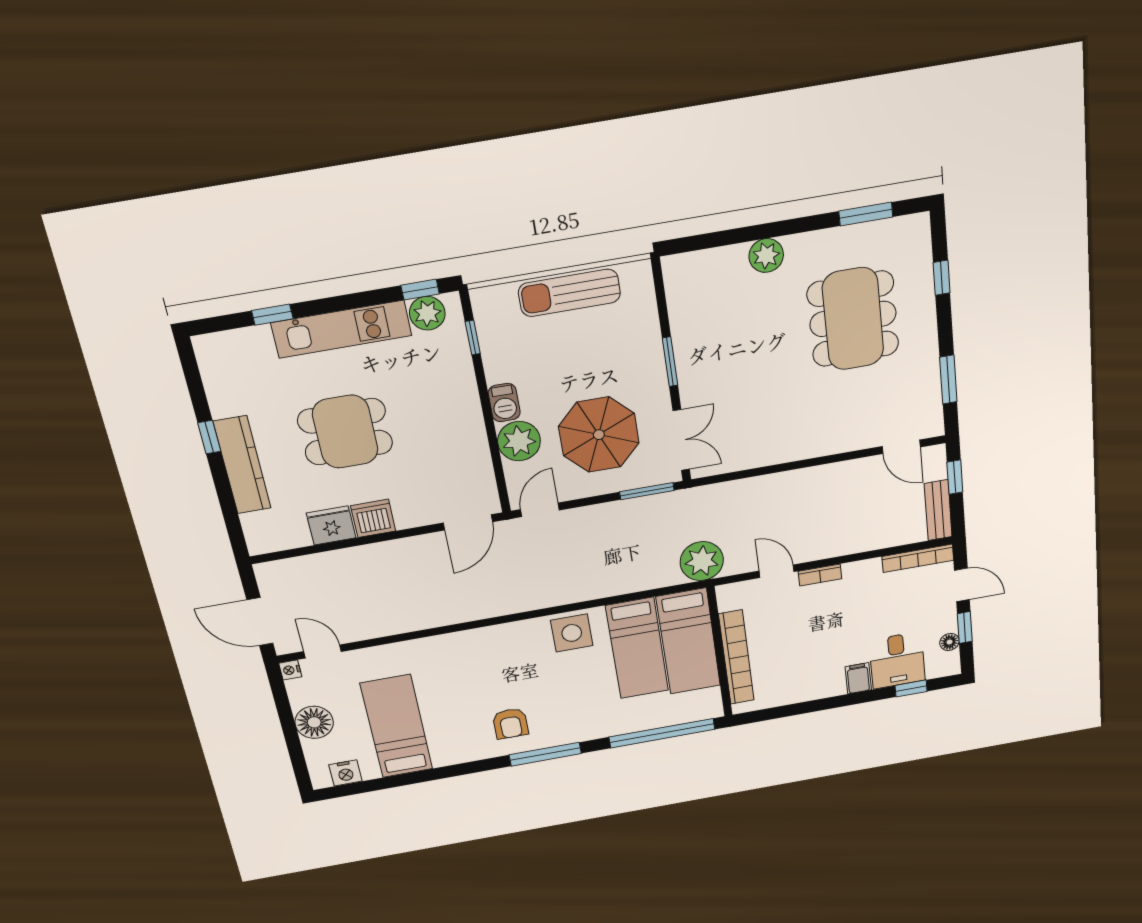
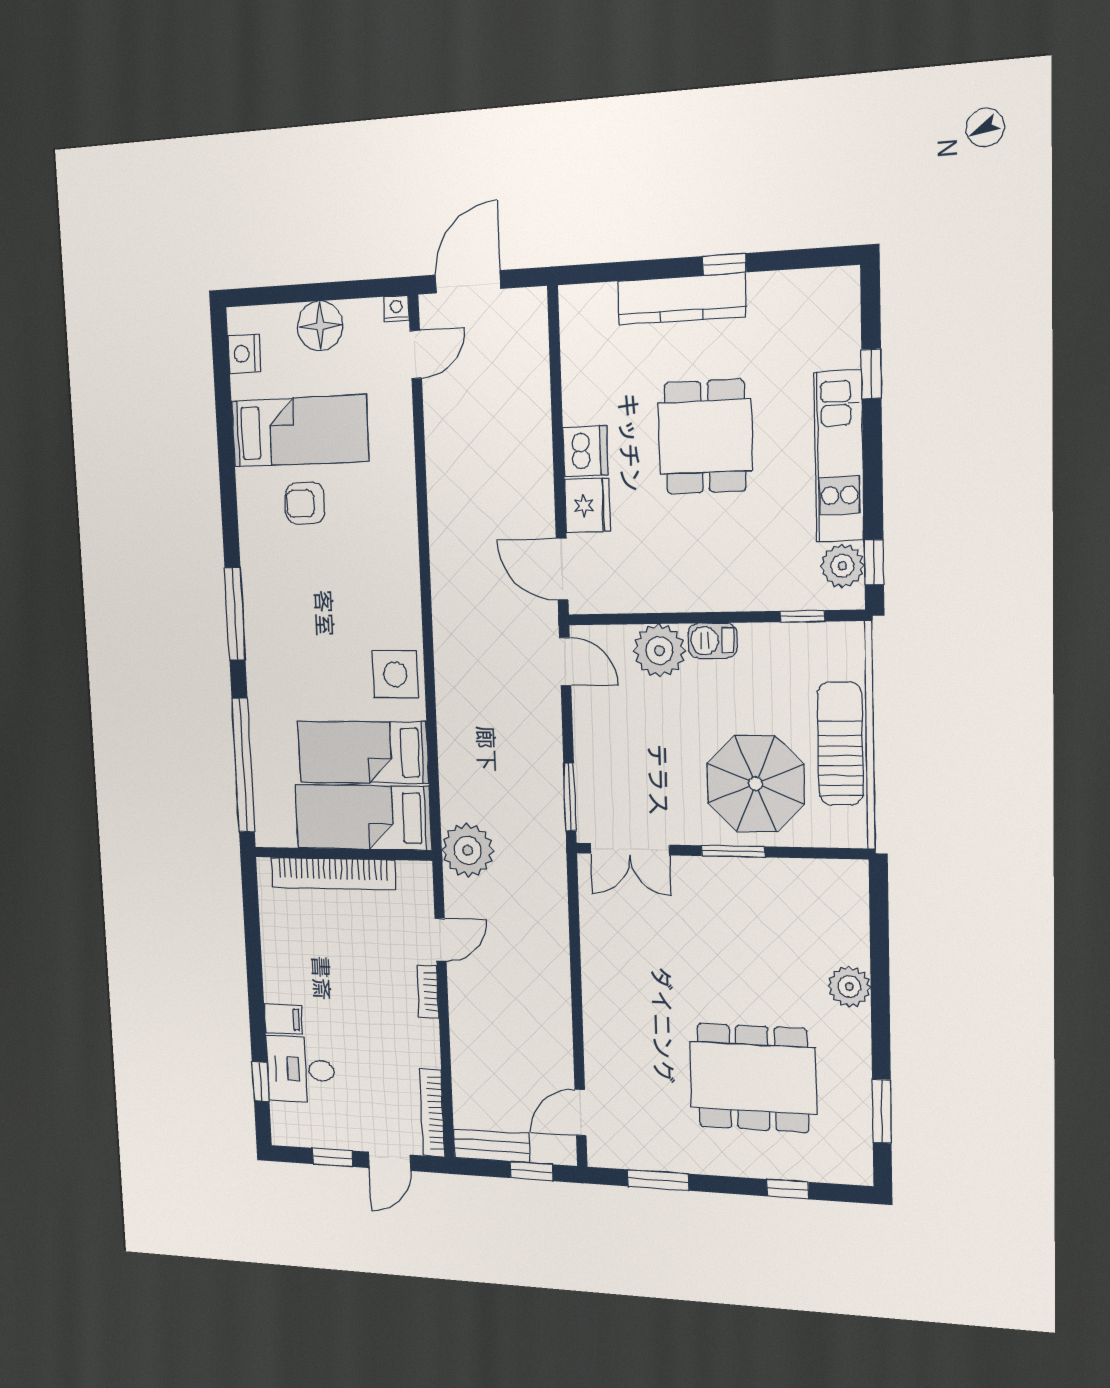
parasol: (599, 435) -> (756, 784), moved
fridge: (331, 525) -> (587, 506), moved
floor lamp: (949, 642) -> (316, 1136), removed
armchair: (510, 723) -> (305, 503), moved

